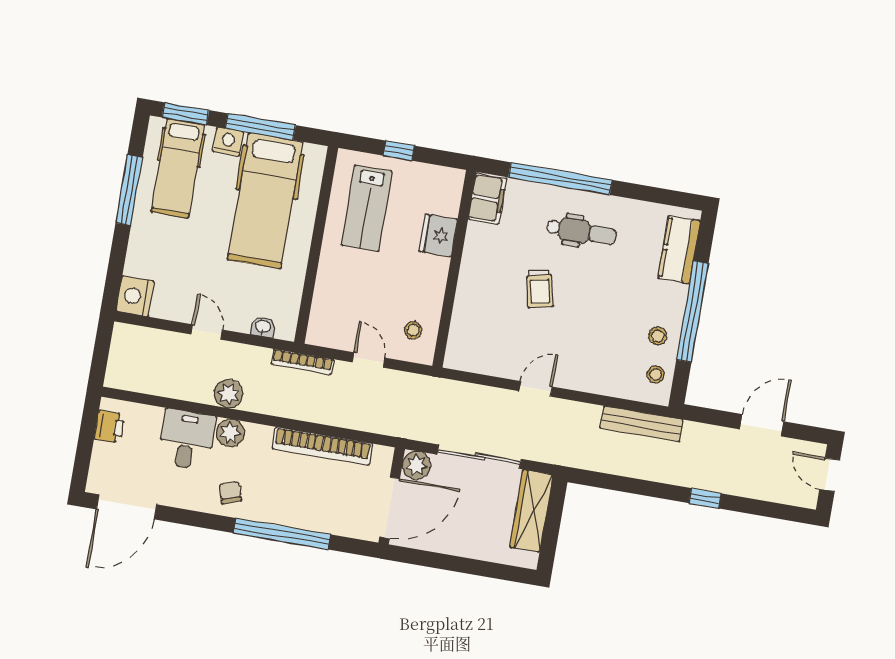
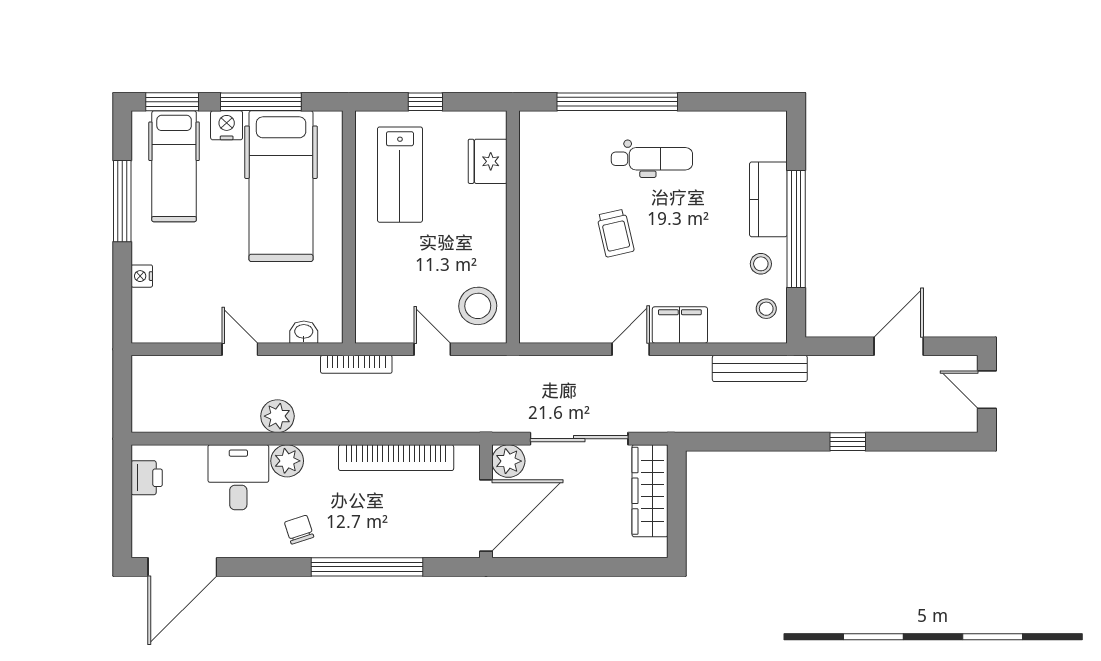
filing cabinet: (487, 199) -> (680, 325), moved, turned -90
fridge: (438, 235) -> (488, 161), moved
kitchen counter: (679, 249) -> (768, 199), moved
nightstand: (135, 296) -> (142, 276), moved, width x0.53, depth x0.56
stool: (413, 330) -> (478, 306), width x1.89, depth x1.89

